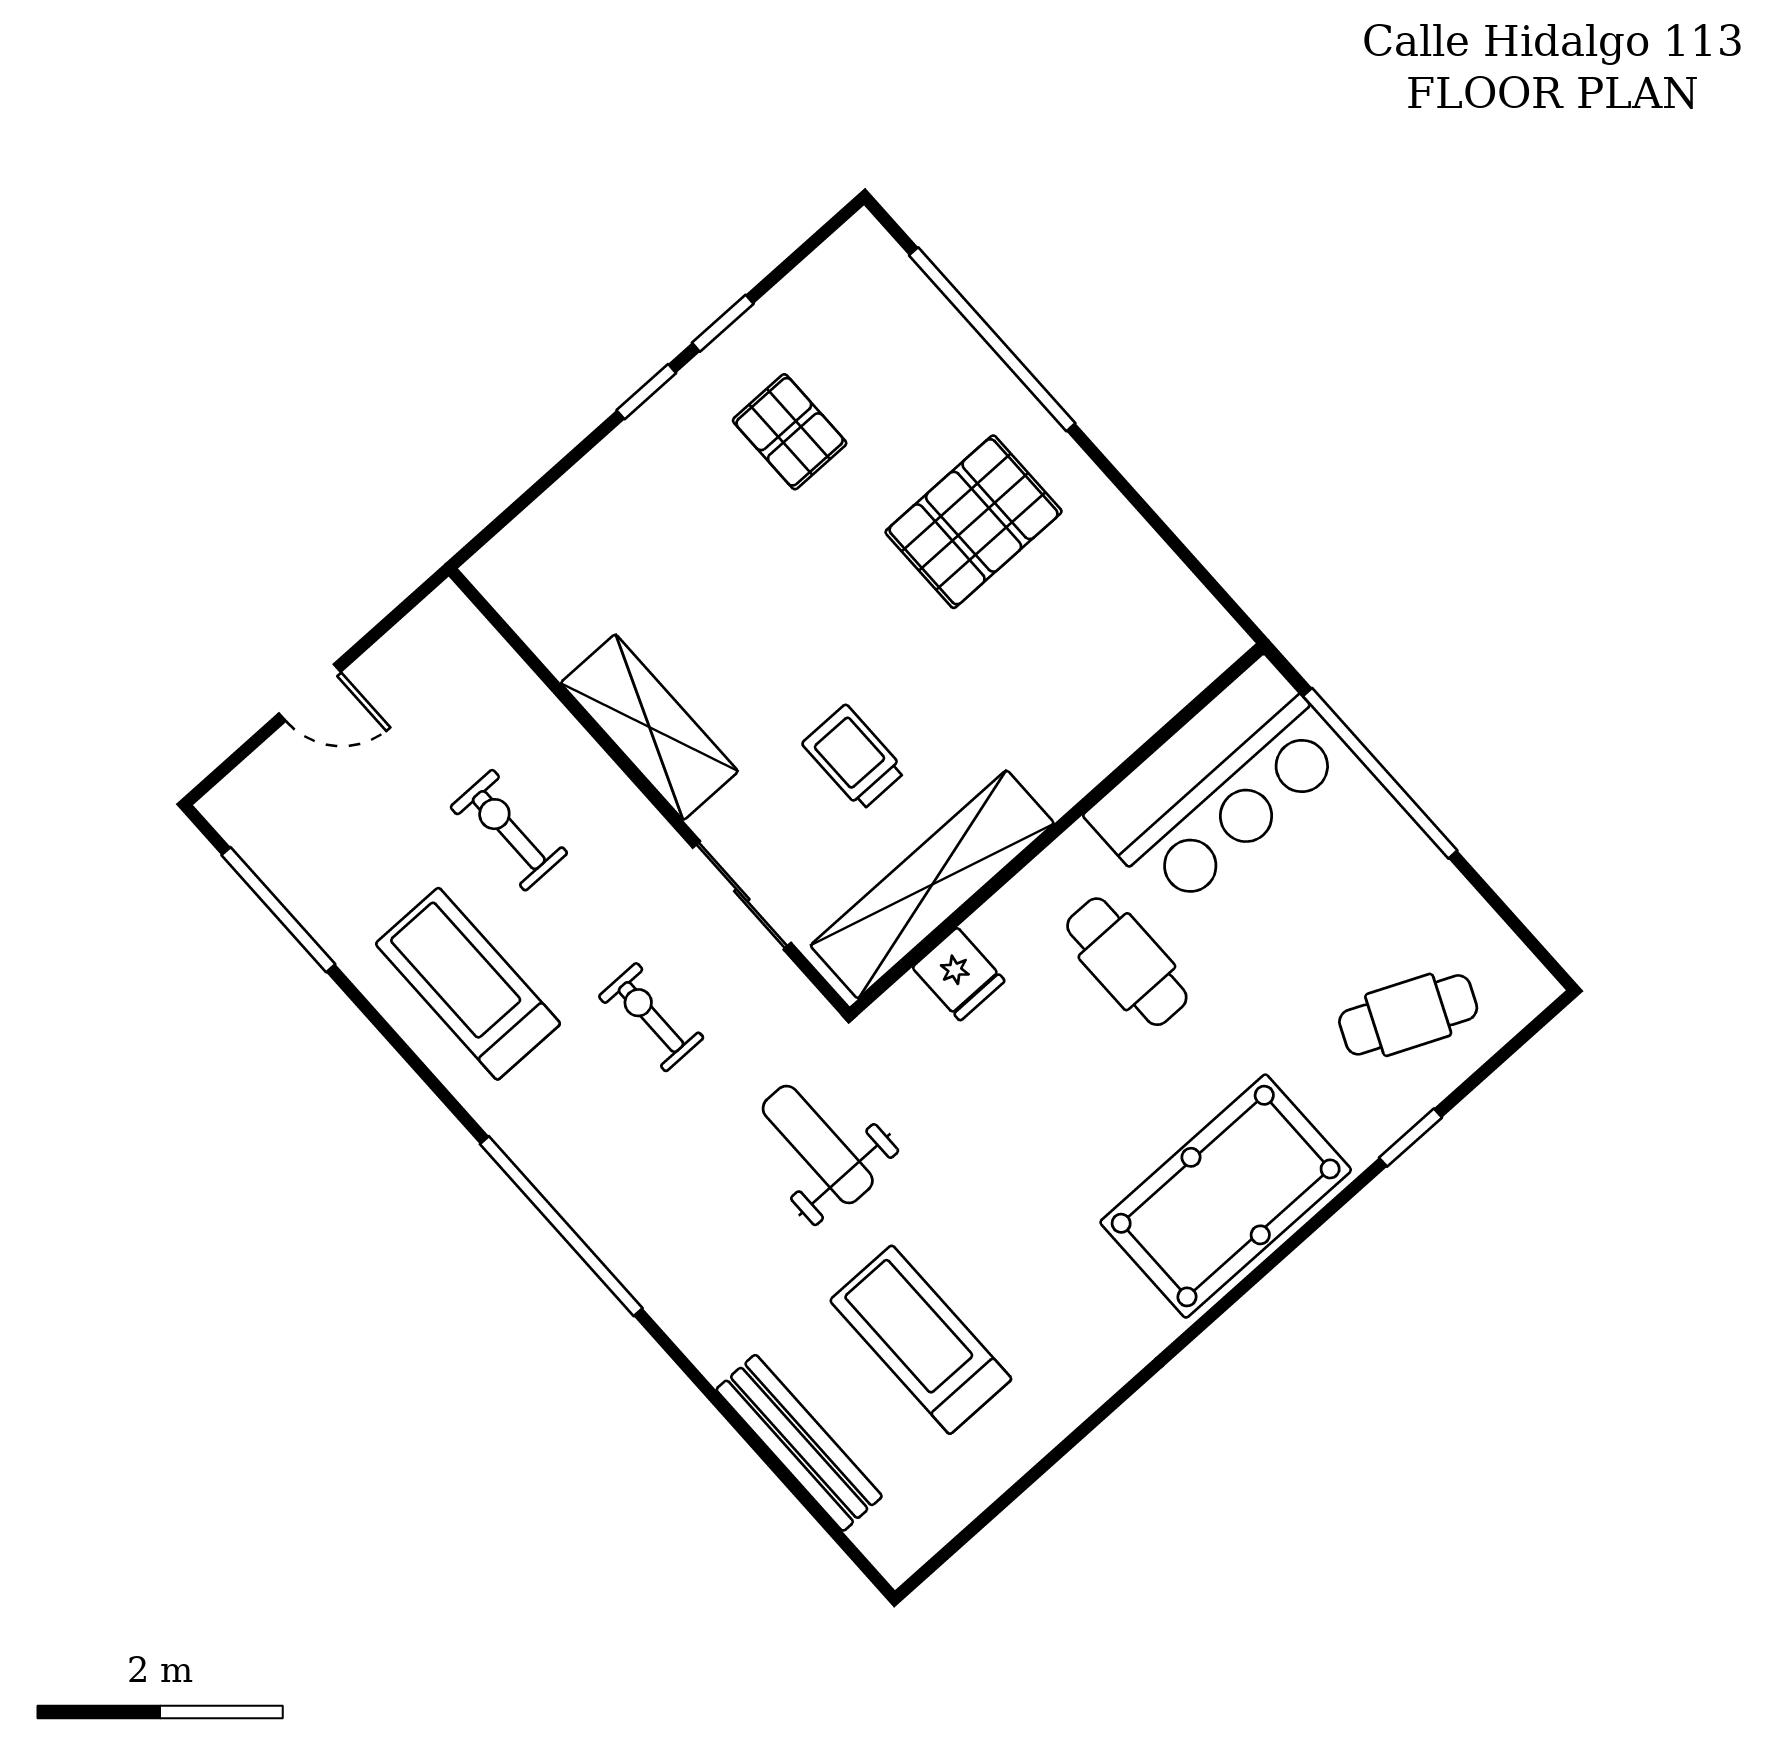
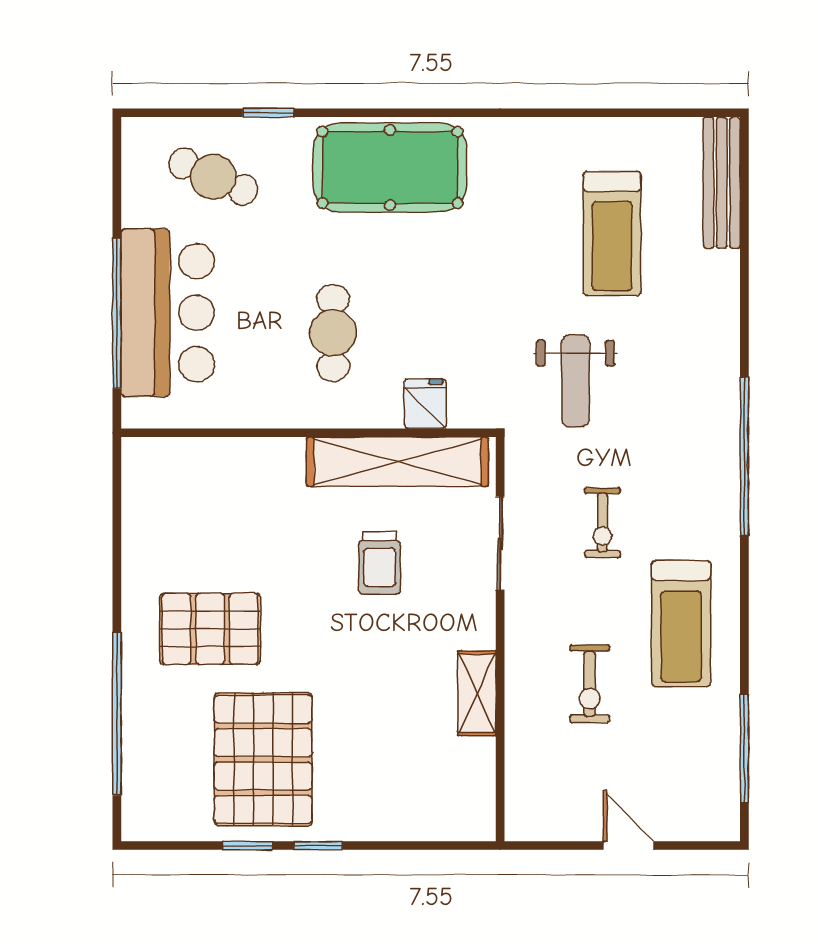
pallet: (790, 432) -> (263, 759), width x2.05, depth x2.00
shelving: (649, 727) -> (477, 693), width x0.67, depth x0.75
bar counter: (1218, 785) -> (168, 313), moved, turned 90
bench: (799, 1443) -> (722, 183), moved

